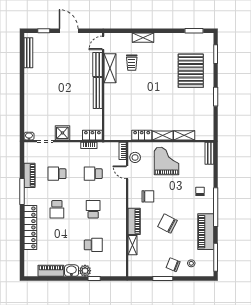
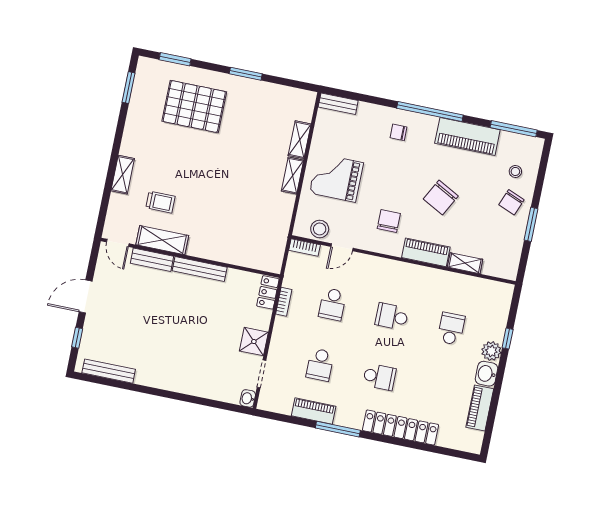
locker: (142, 135) -> (285, 210), removed

